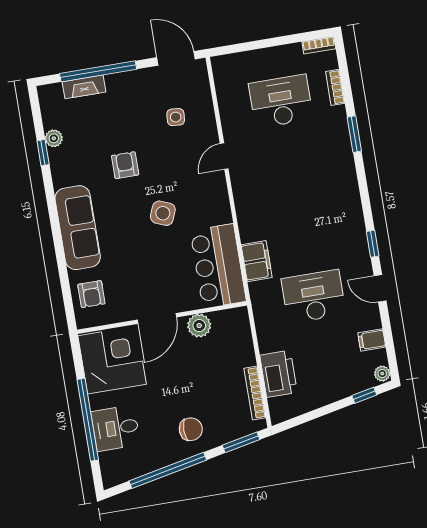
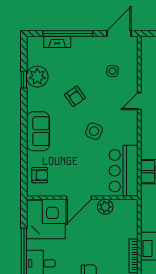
door: (176, 58) -> (119, 33), hinge flipped
plant: (54, 138) -> (37, 77), width x1.88, depth x1.88
armchair: (125, 165) -> (75, 96), turned 145
sofa: (78, 228) -> (38, 131), width x0.73
armchair: (91, 294) -> (40, 175), turned -90

